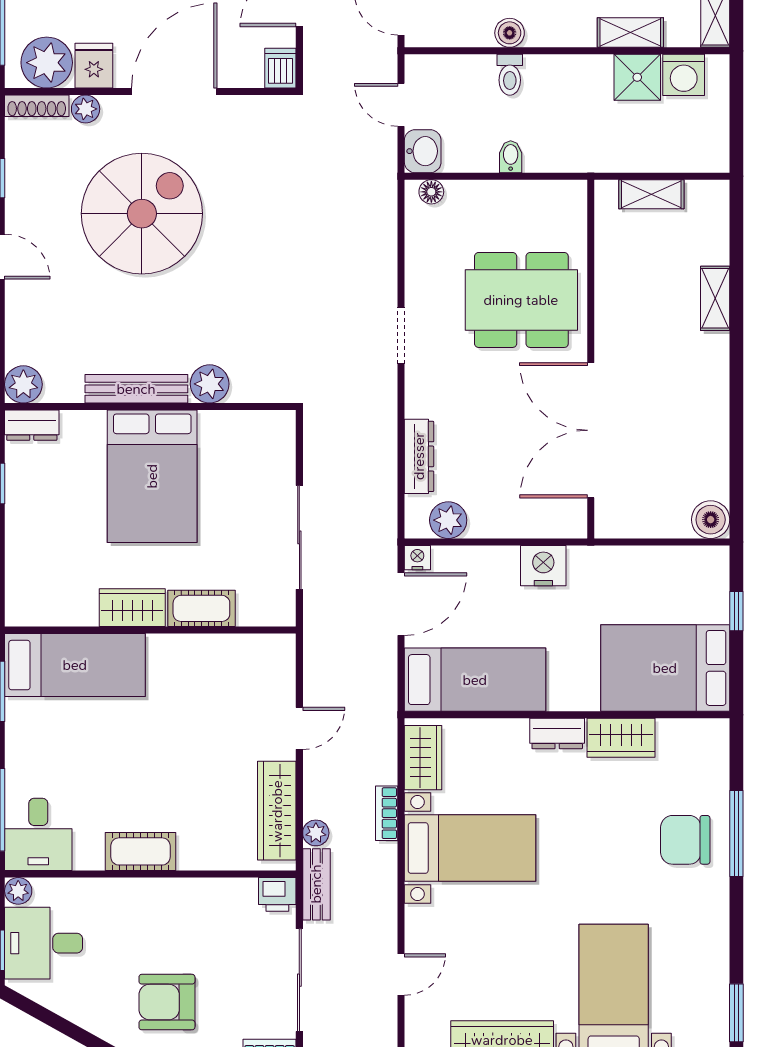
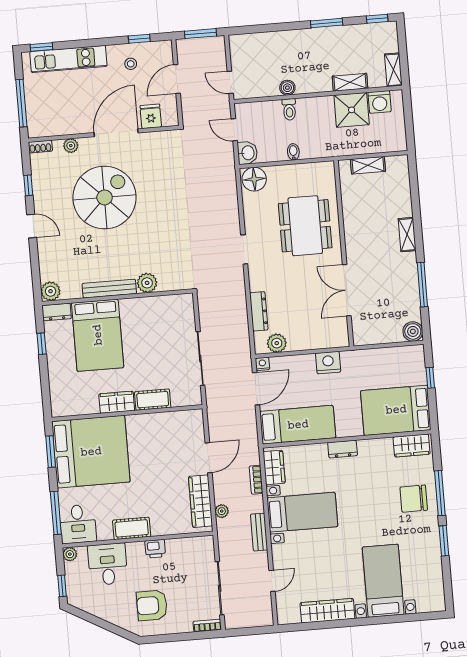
plant: (47, 63) -> (49, 123), removed
fridge: (94, 66) -> (151, 116), moved
dishwasher: (280, 68) -> (170, 116), removed
shower: (637, 77) -> (352, 110), width x1.36, depth x1.36
shoe rack: (37, 106) -> (40, 147), width x0.70
floor lamp: (431, 192) -> (254, 179), width x1.89, depth x1.89
shelving: (715, 298) -> (407, 235), moved
dining table: (521, 300) -> (305, 226), turned 90
double door: (591, 430) -> (347, 290), width x0.73
window: (736, 432) -> (422, 285), added
bed: (152, 476) -> (98, 335), moved
bed: (75, 665) -> (91, 452), width x2.04
door: (299, 728) -> (209, 458), width x1.38
wardrobe: (621, 738) -> (412, 446), moved
bookcase: (387, 813) -> (256, 480), moved
bench: (316, 884) -> (259, 532), moved
printer: (277, 894) -> (155, 549), moved
desk: (44, 943) -> (108, 564), moved, turned 90
window: (736, 1013) -> (444, 541), moved

